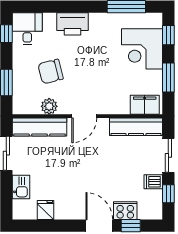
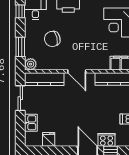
plant: (49, 106) -> (31, 64), moved
door: (84, 116) -> (77, 71), hinge flipped

